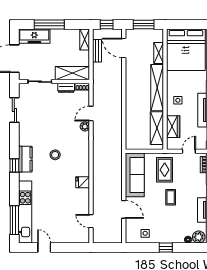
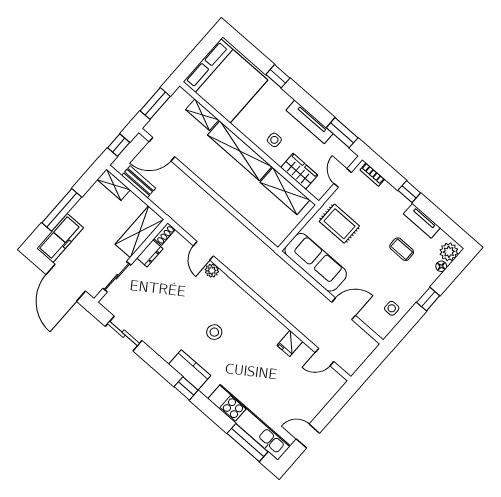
fridge: (83, 182) -> (290, 343), moved
coffee table: (171, 197) -> (402, 249), moved

